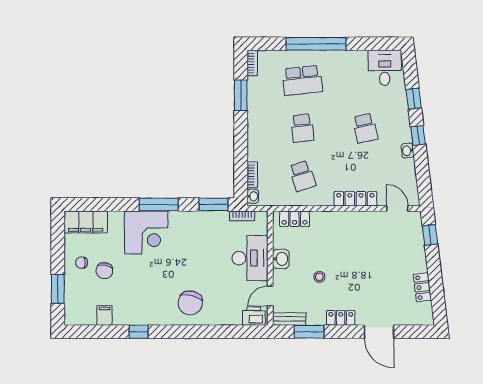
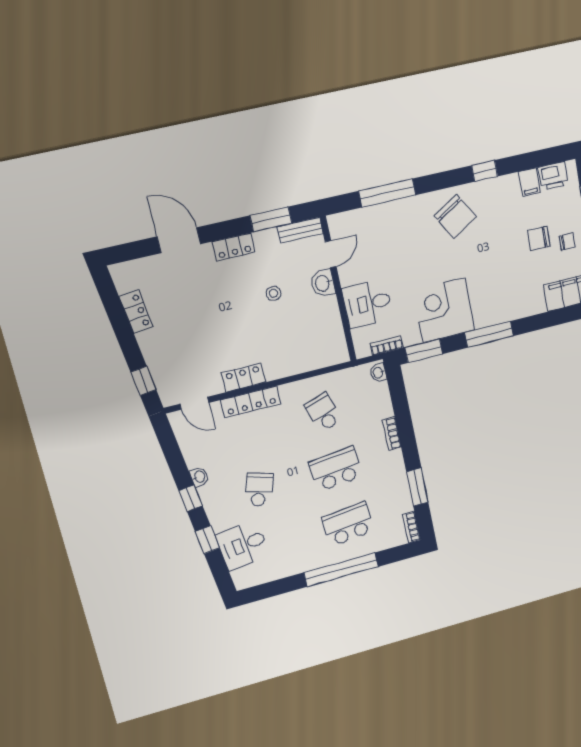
desk: (385, 68) -> (243, 545), moved, turned 83
school desk: (302, 128) -> (336, 469), width x1.85
school desk: (365, 128) -> (259, 489), turned 30
bookcase: (252, 175) -> (392, 434), moved
locker: (295, 219) -> (244, 378), moved
corner desk: (146, 232) -> (444, 310), moved
desk: (250, 258) -> (368, 304), width x0.73
washbasin: (281, 259) -> (323, 283), moved
chair: (104, 271) -> (539, 238), turned -101
chair: (190, 303) -> (455, 216), moved, turned 134
printer: (254, 316) -> (553, 176), moved
window: (218, 332) -> (387, 193), added

